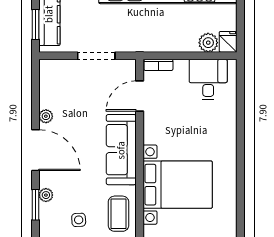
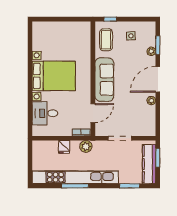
fridge: (228, 42) -> (64, 147), moved
plant: (208, 43) -> (86, 146), moved
desk: (208, 80) -> (45, 113), moved, turned 90
door: (36, 150) -> (158, 79), hinge flipped
bed with nightstands: (178, 185) -> (54, 76), moved, turned 180

